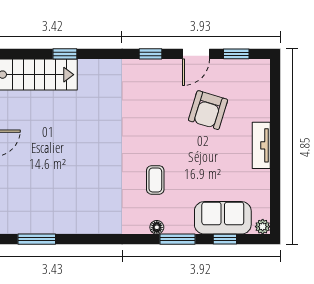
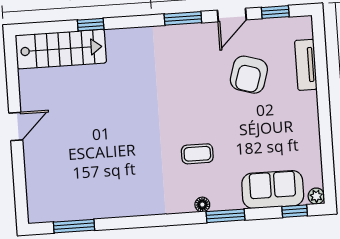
window: (151, 54) -> (183, 18), width x1.50
tv unit: (261, 145) -> (306, 65), moved
coffee table: (155, 180) -> (197, 154), turned 90
window: (225, 239) -> (295, 211), moved

